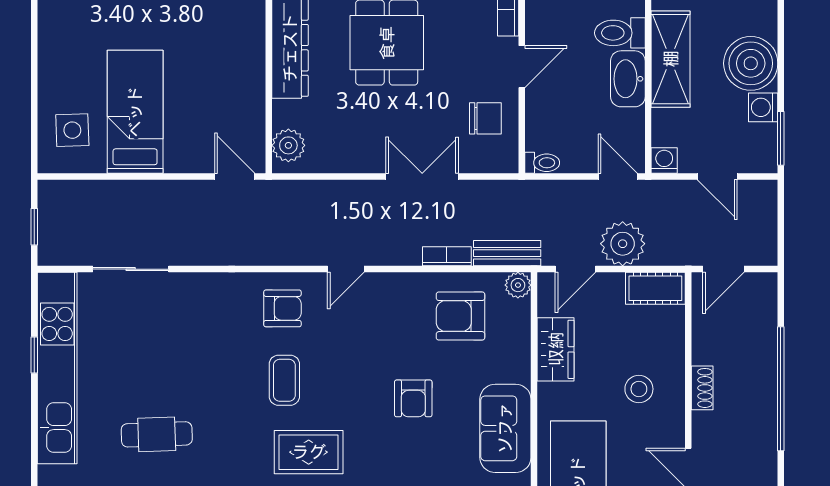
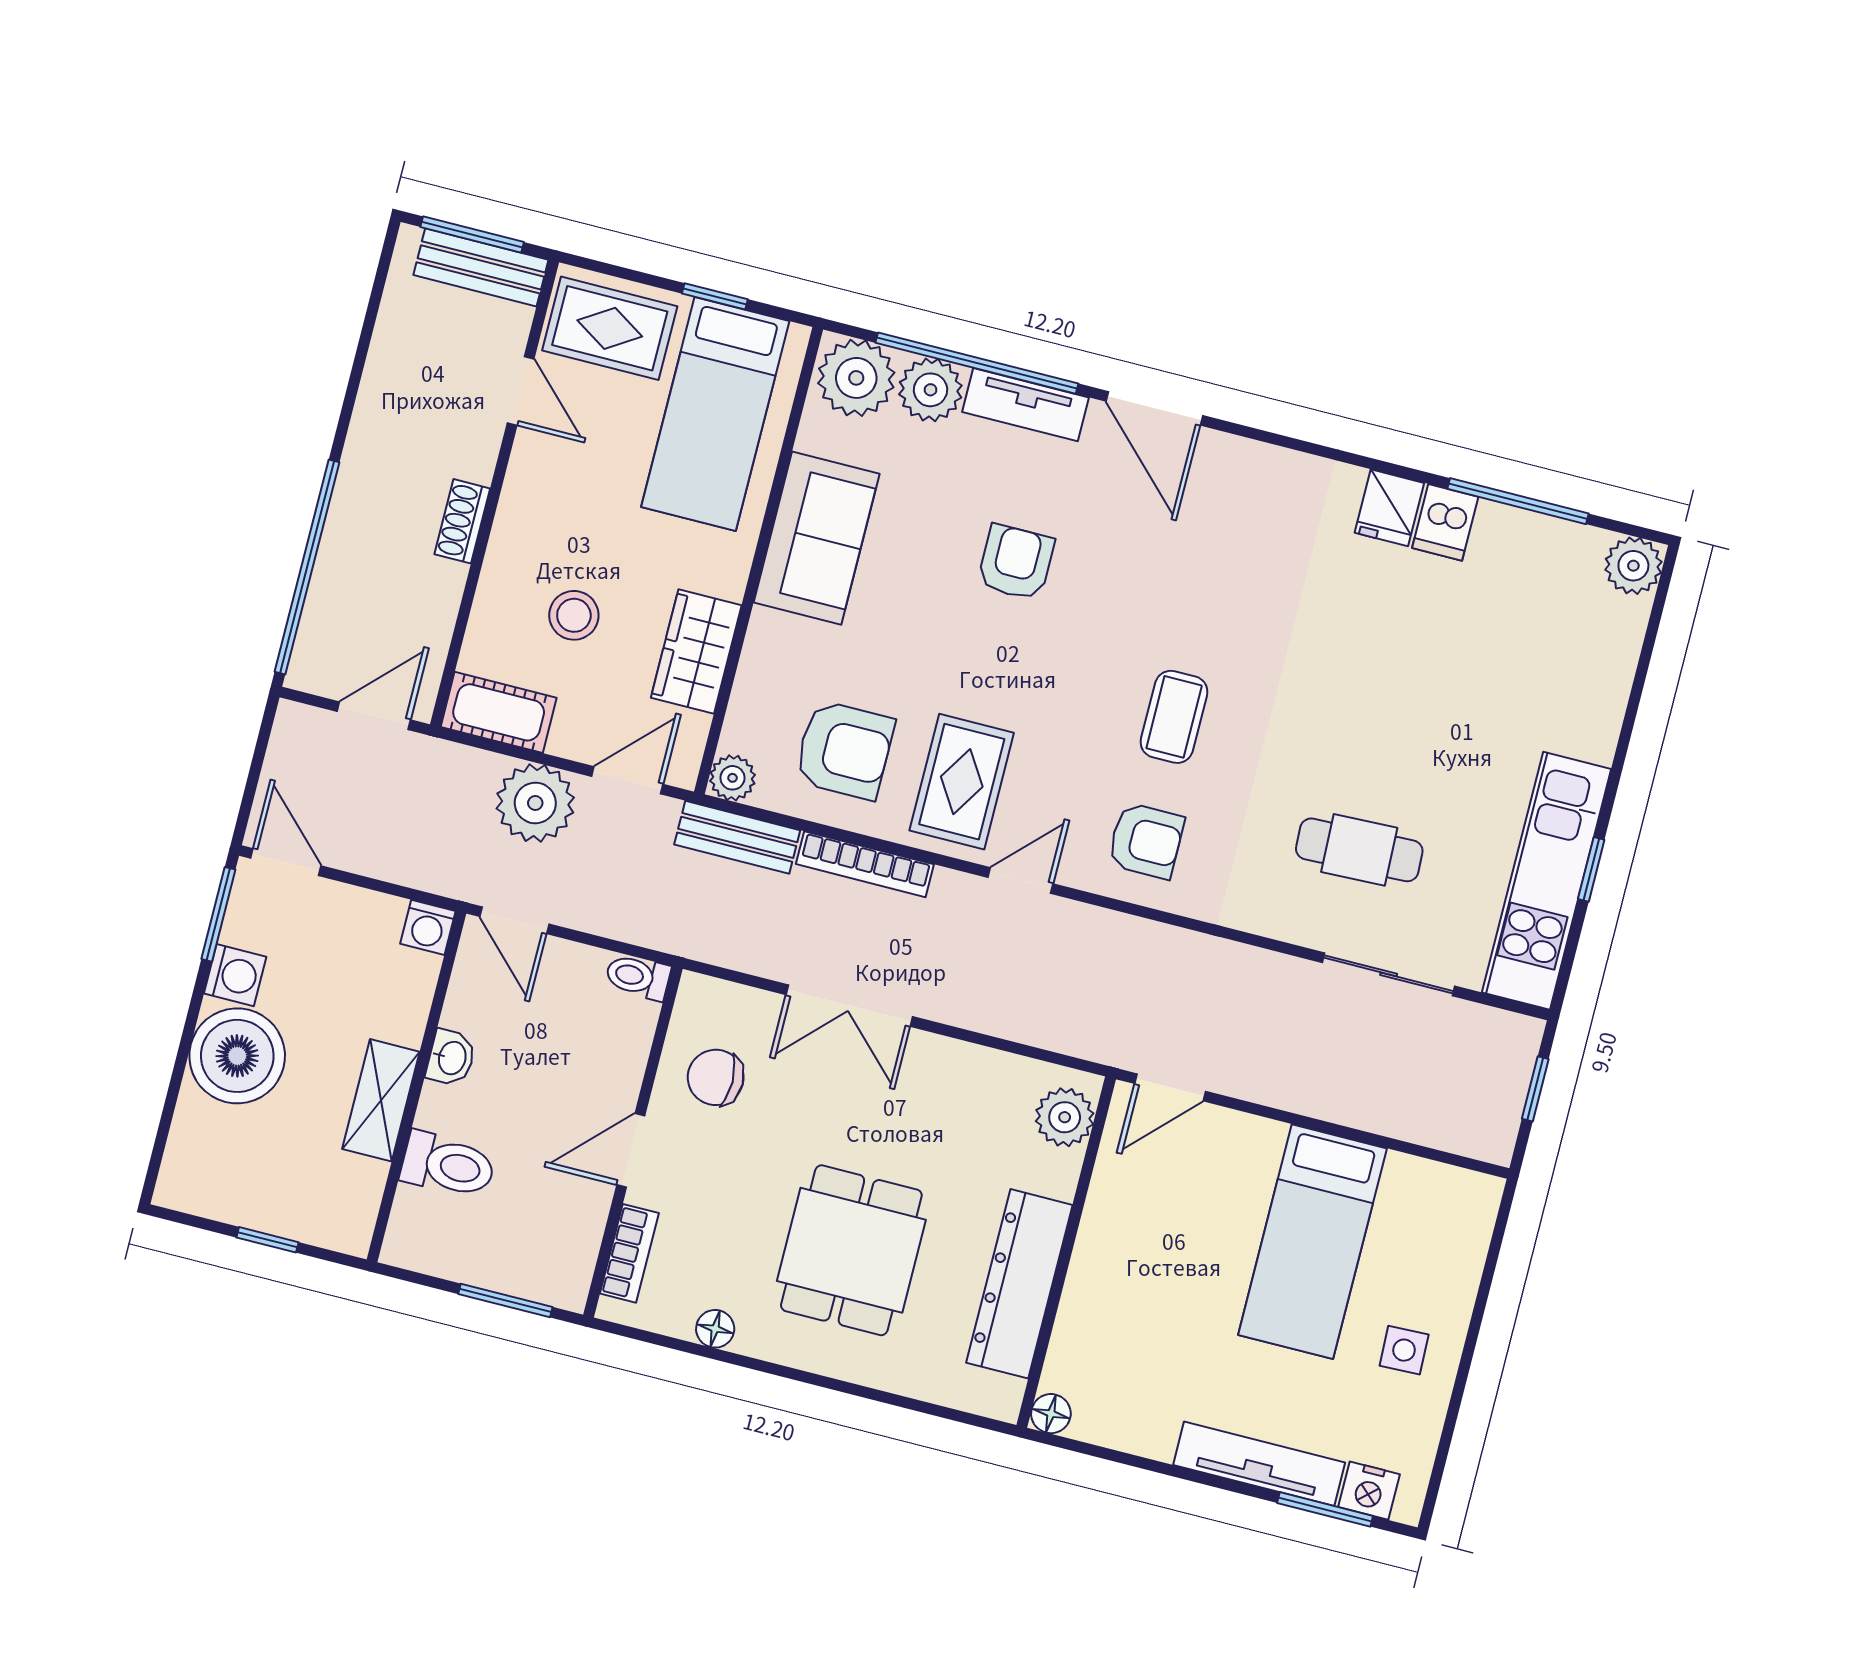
shelving: (671, 59) -> (381, 1100), width x0.67, depth x0.75
washbasin: (628, 79) -> (451, 1058), width x0.52, depth x0.69
side table: (72, 130) -> (1404, 1350), moved, width x0.73, depth x0.73
door: (235, 176) -> (1170, 1087), hinge flipped
door: (717, 176) -> (286, 862), moved
bookcase: (447, 256) -> (865, 864), width x1.56
armchair: (282, 308) -> (1146, 841), turned 180
kitchen unit: (57, 368) -> (1547, 881), width x0.73
stool: (639, 389) -> (574, 615), moved
window: (781, 389) -> (307, 567), moved
armchair: (413, 398) -> (1016, 562), moved
cafe table: (157, 434) -> (1359, 850), moved
rug: (309, 452) -> (962, 782), moved, turned 90

